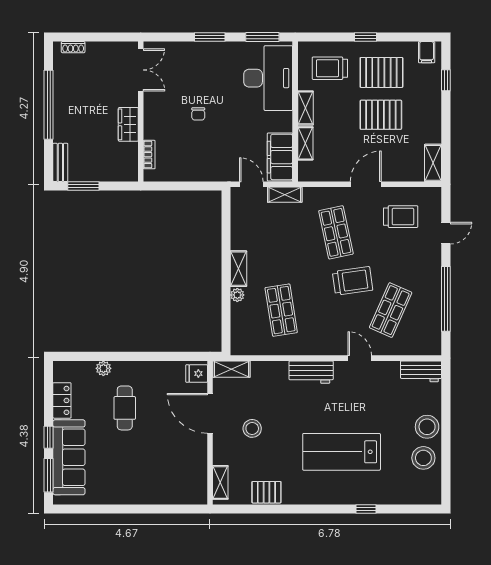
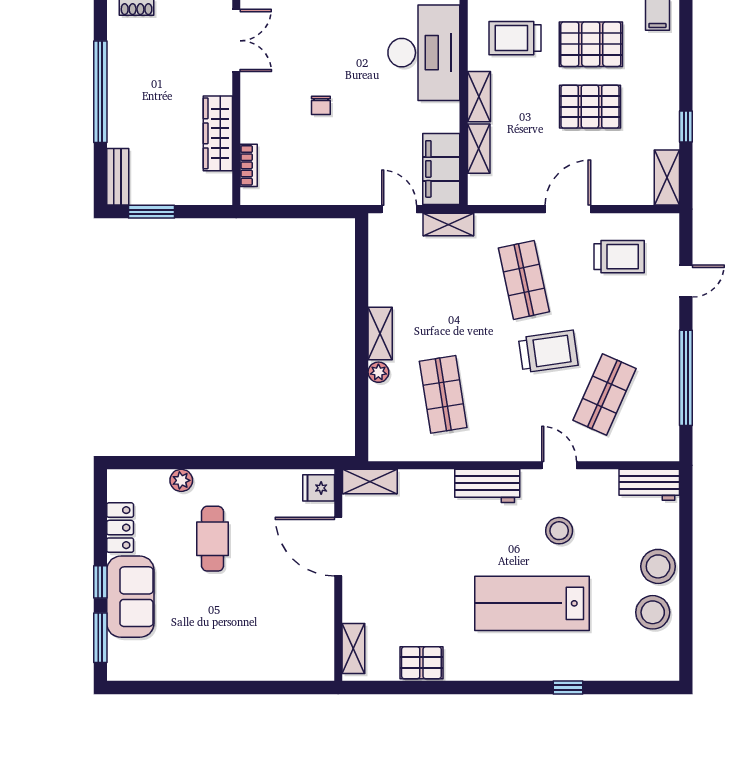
window: (446, 80) -> (686, 127), moved
wardrobe: (128, 124) -> (218, 133), width x1.50
stool: (252, 428) -> (559, 531), moved
sofa: (69, 457) -> (130, 597), width x0.73

